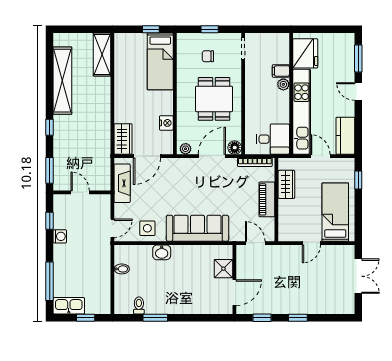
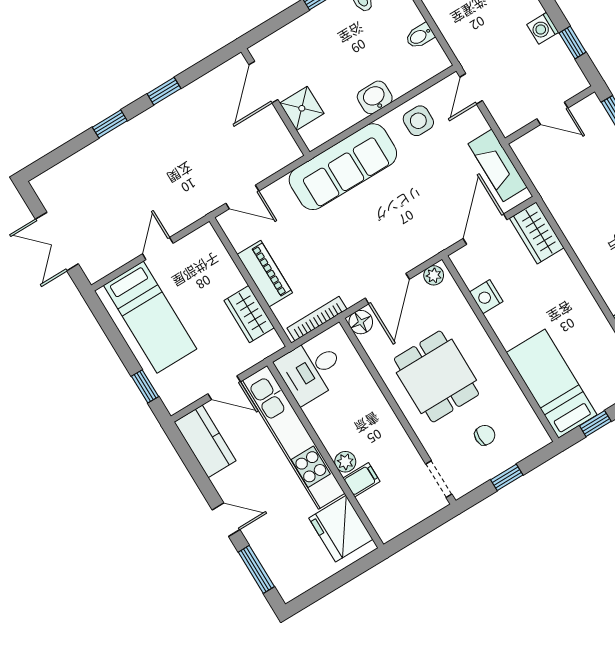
shower: (223, 269) -> (302, 108), moved
wall: (234, 279) -> (275, 102), moved
door: (234, 293) -> (263, 82), moved

